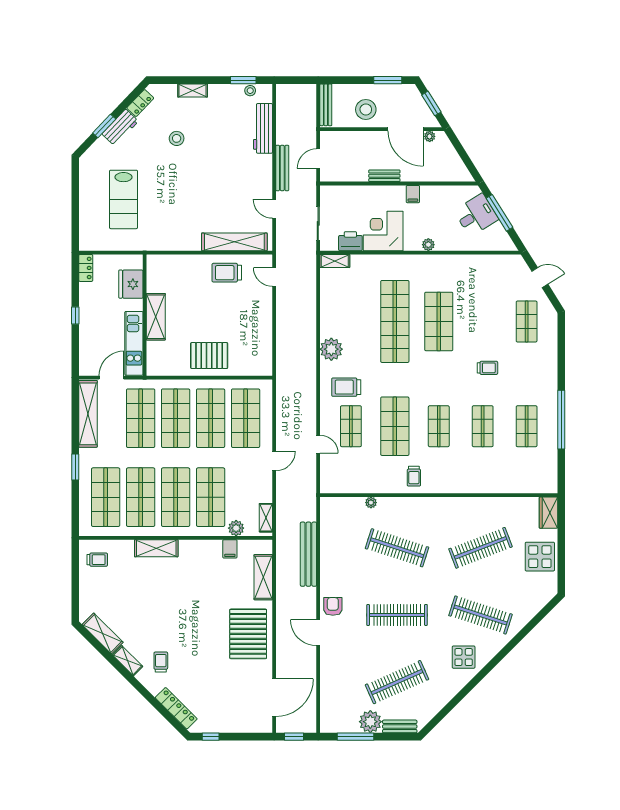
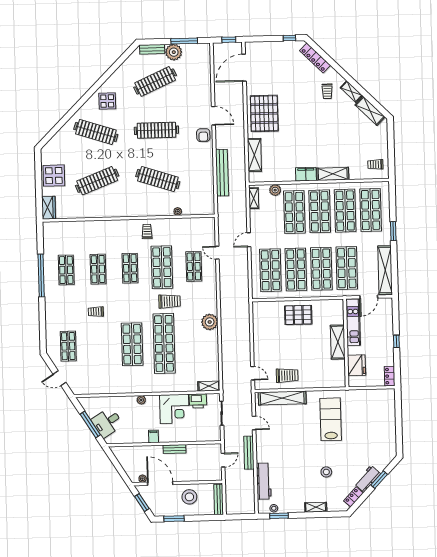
lab bench: (124, 199) -> (331, 419), moved
trolley: (346, 387) -> (170, 301), moved
filing cabinet: (230, 549) -> (306, 174), moved, width x2.00

